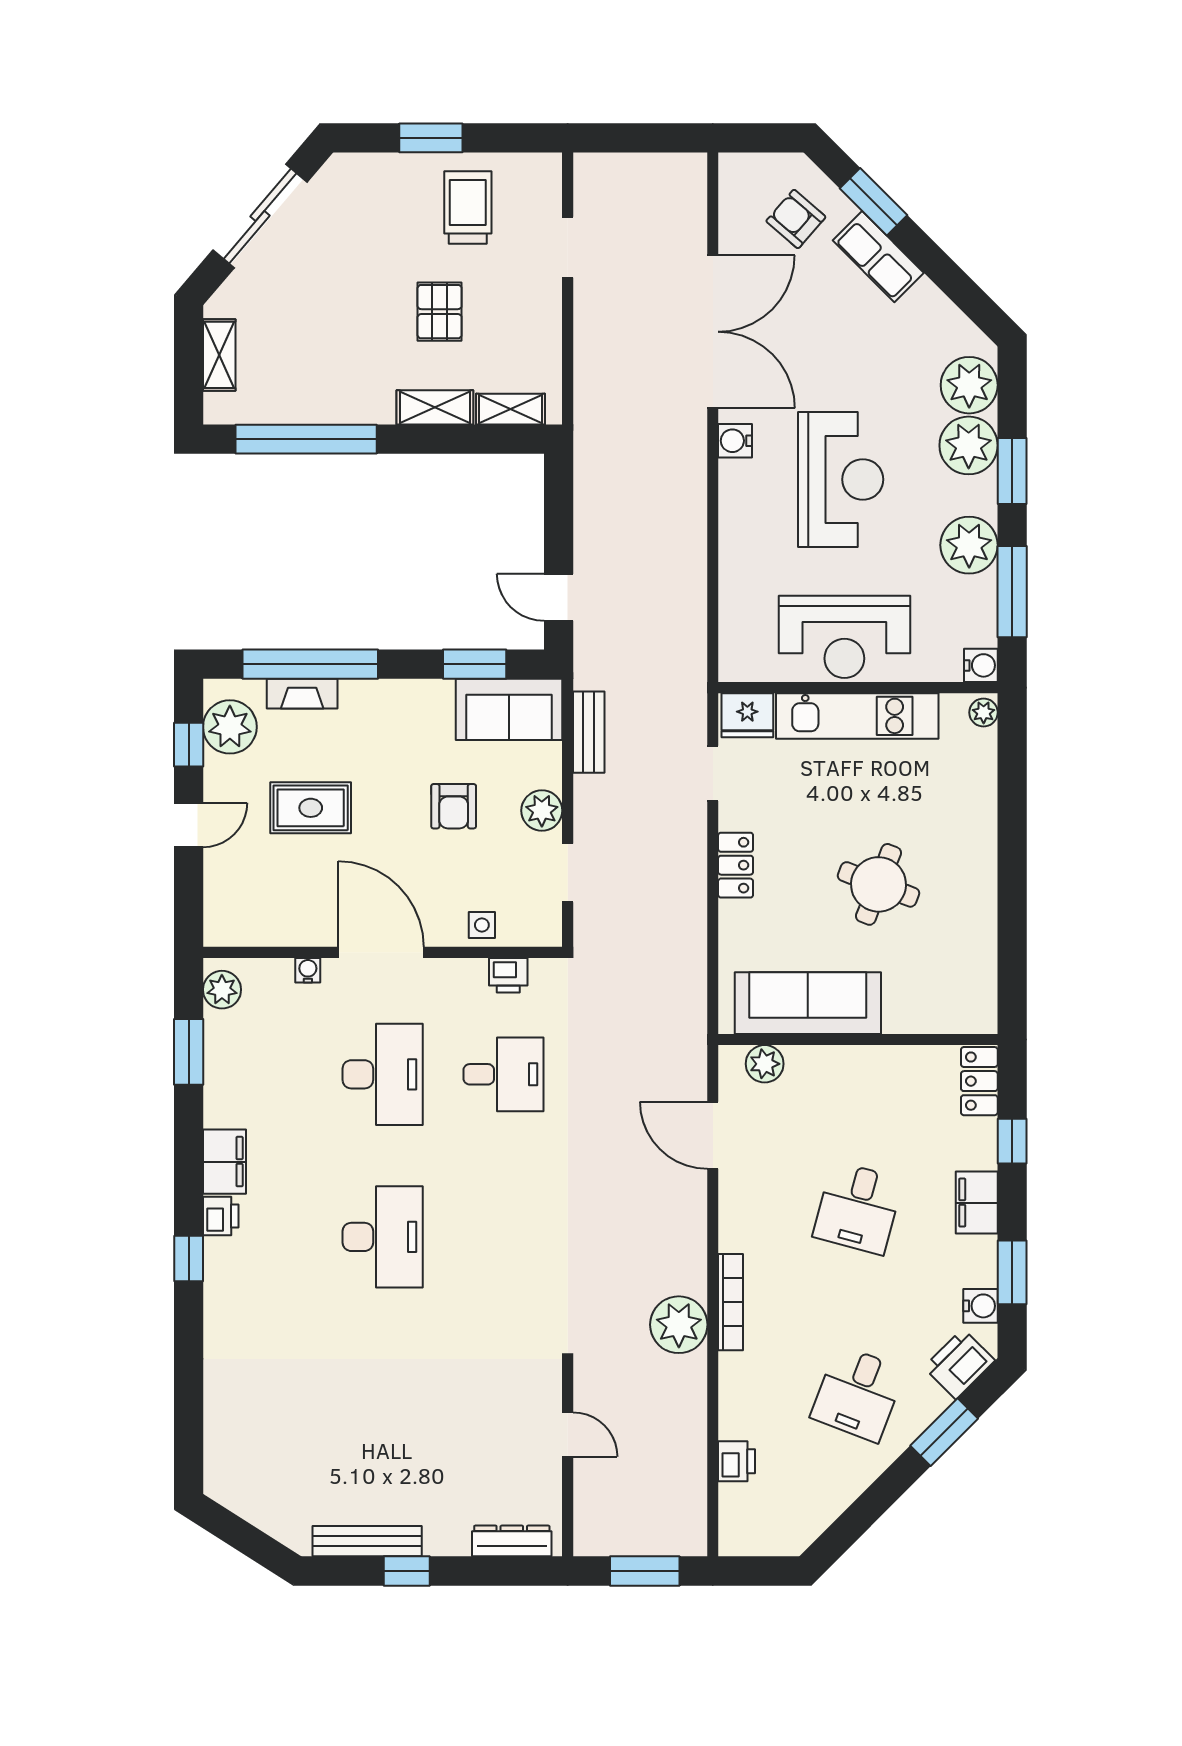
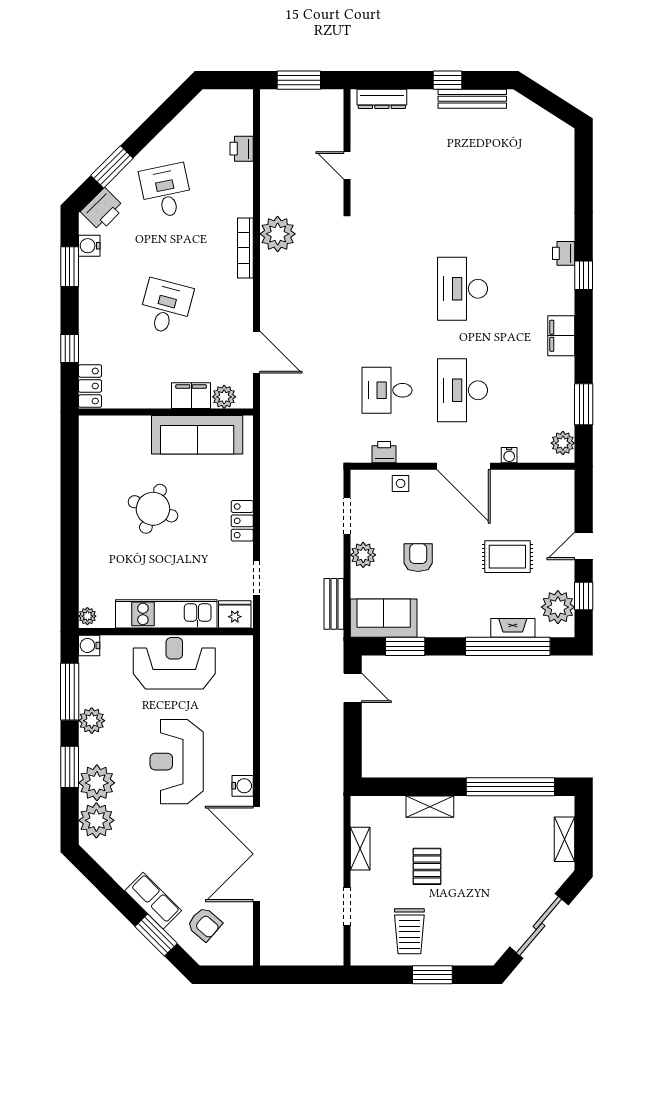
shelving: (511, 409) -> (360, 849), moved, turned 90
plant: (969, 545) -> (92, 721), width x0.73, depth x0.73
filing cabinet: (977, 1203) -> (191, 396), moved, turned -90
printer: (221, 1216) -> (564, 253), moved
desk: (858, 1394) -> (166, 191), turned -33

